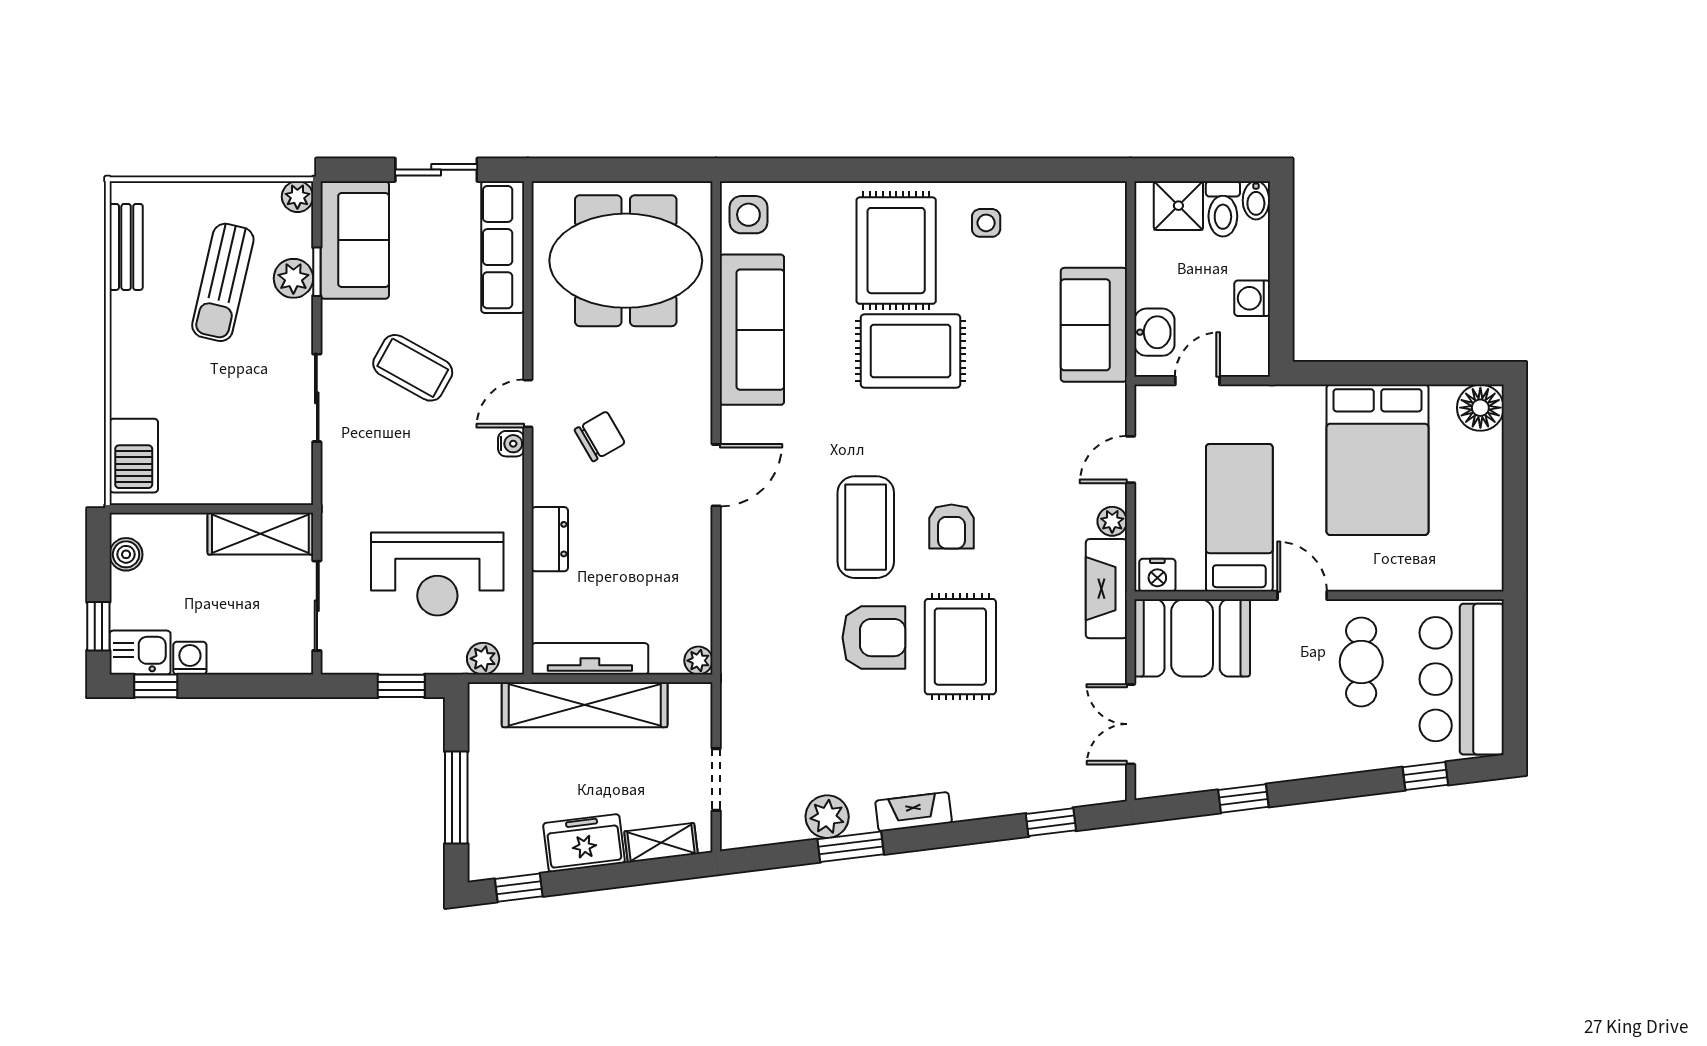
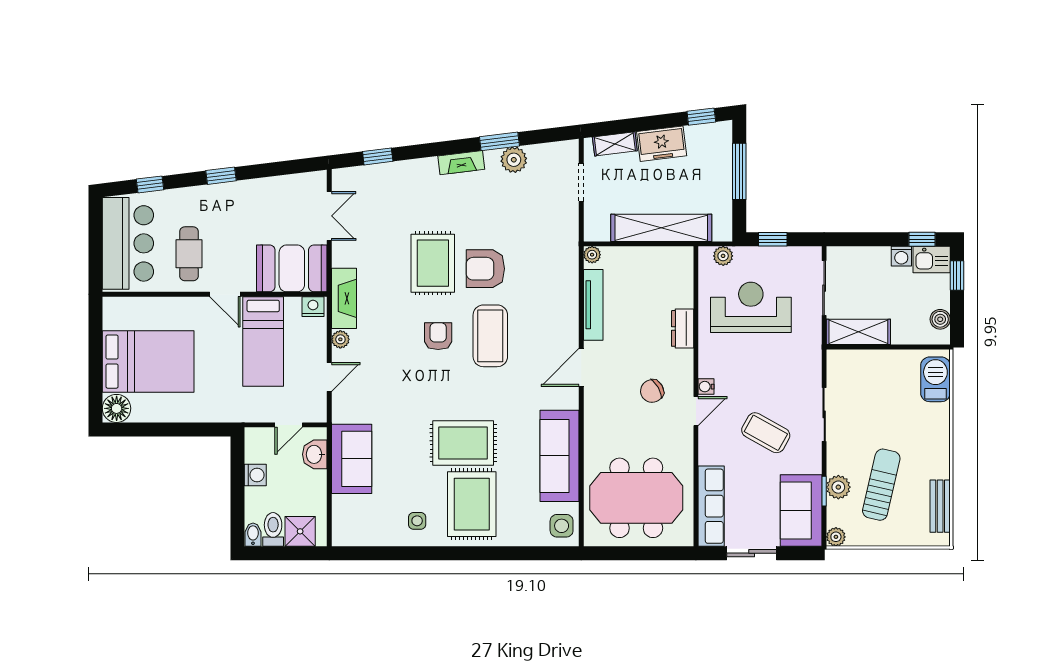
bed: (1378, 460) -> (148, 362), moved, turned 90
tv unit: (590, 659) -> (593, 305), moved, turned -90
window: (1243, 798) -> (221, 176), moved

